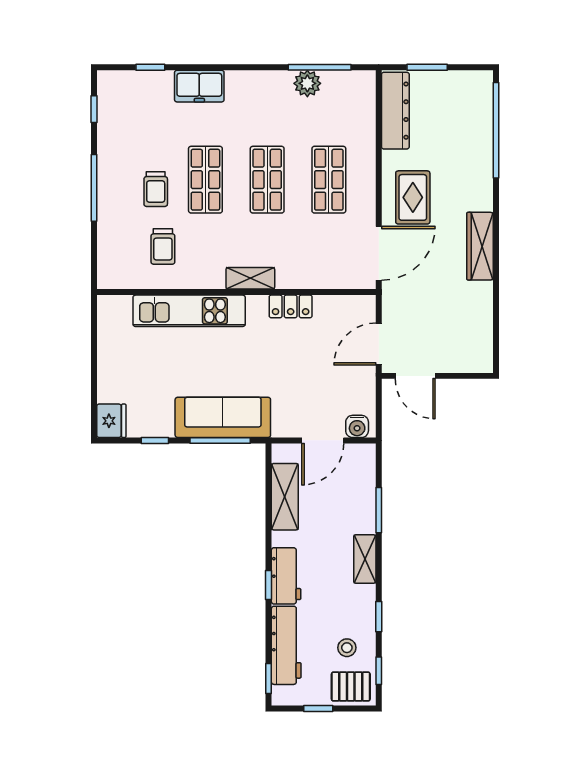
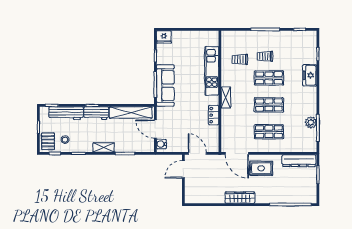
shelving: (285, 497) -> (131, 113), width x1.47

